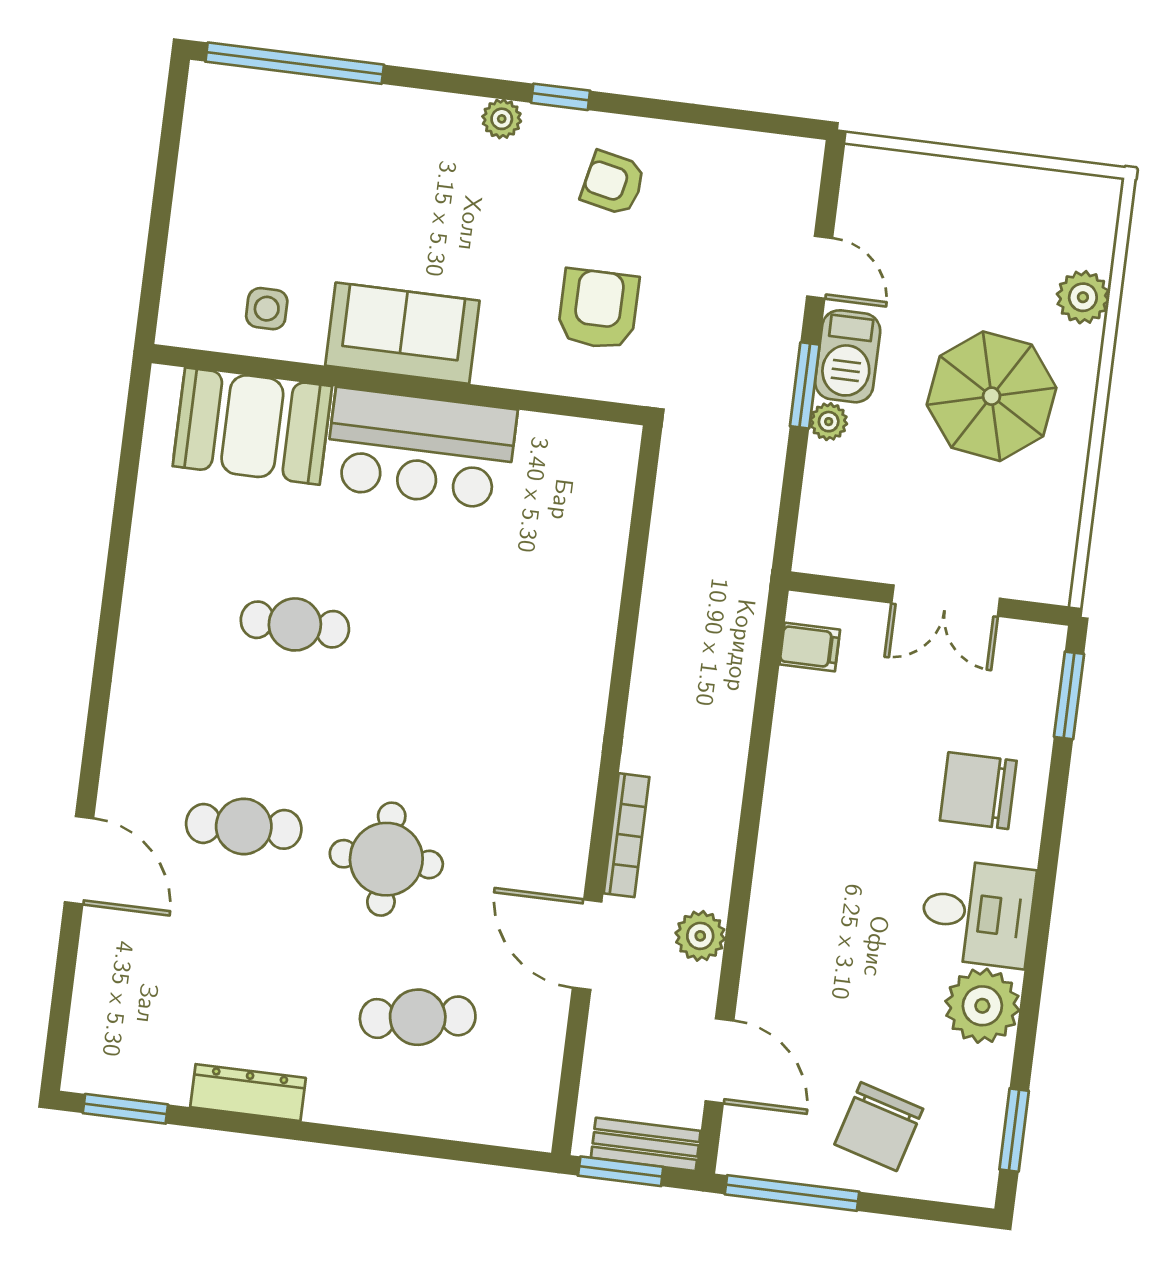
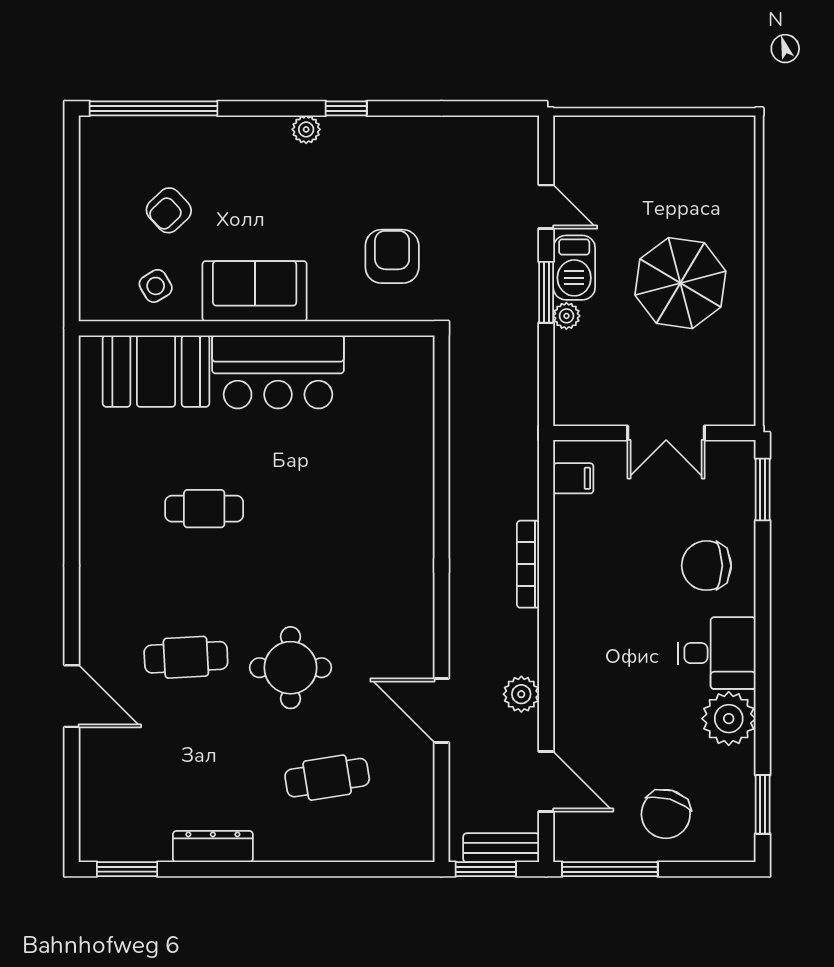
armchair: (613, 183) -> (169, 210), moved, turned -55
plant: (1083, 297) -> (737, 204), removed
side table: (267, 309) -> (156, 286), turned -31
bookcase: (626, 835) -> (528, 564), moved, turned 180

